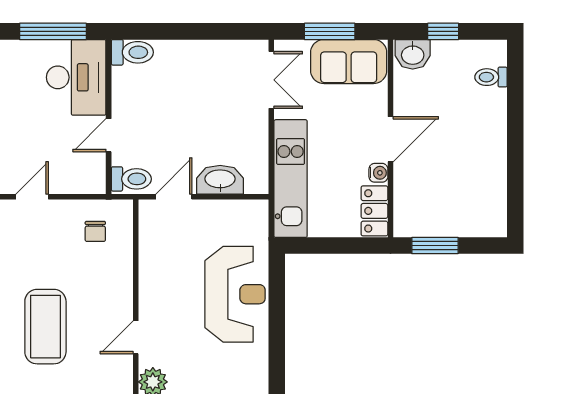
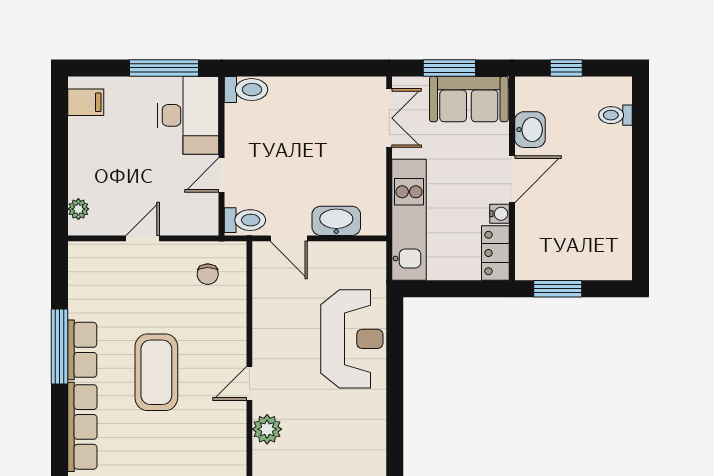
washbasin: (413, 54) -> (530, 130), moved, turned -90
door: (174, 197) -> (289, 238), swing flipped

